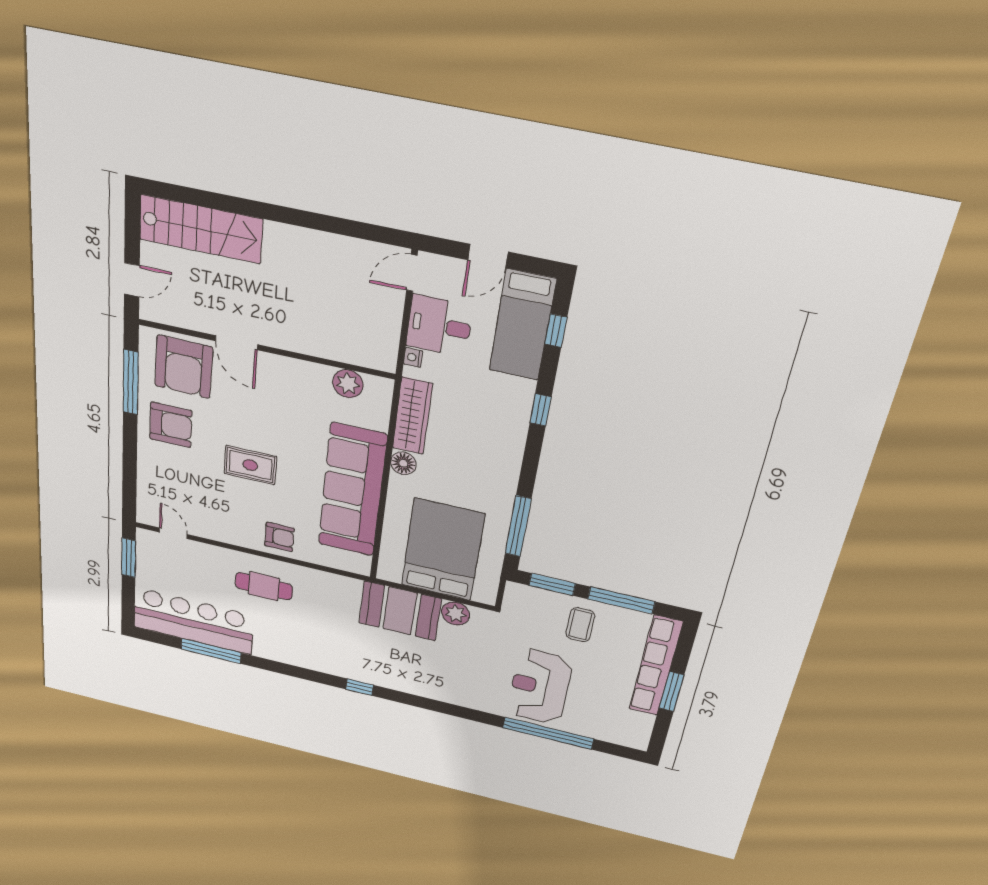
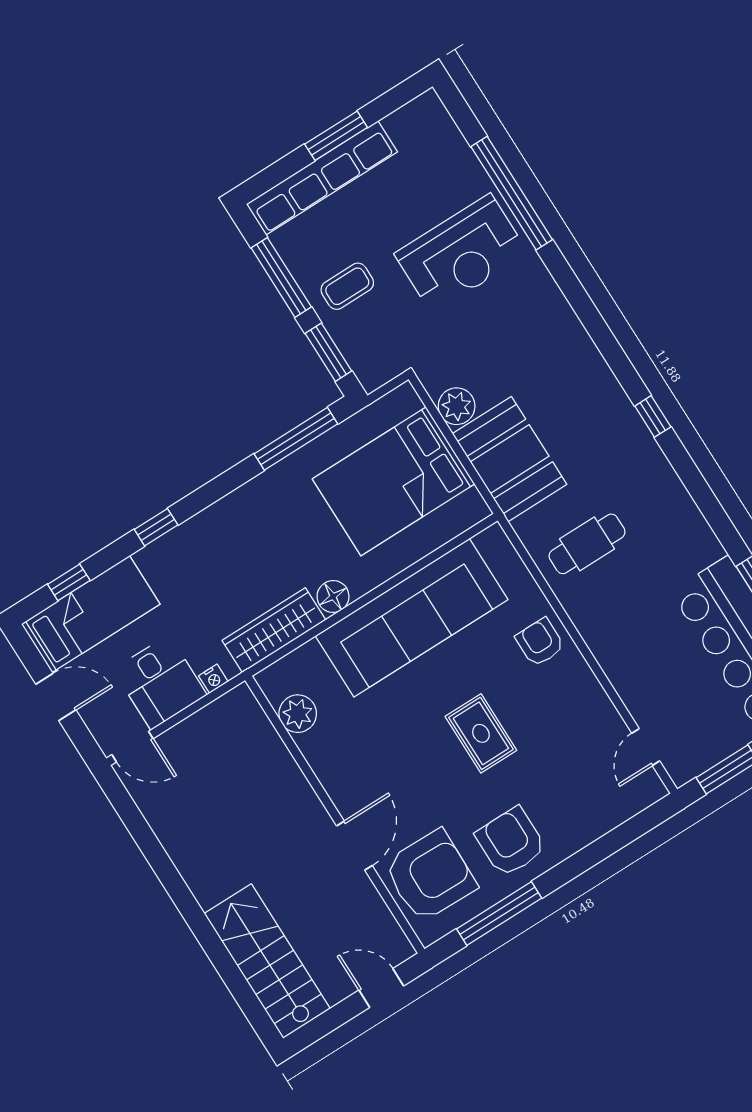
cafe table: (264, 586) -> (587, 544), moved, turned 90

